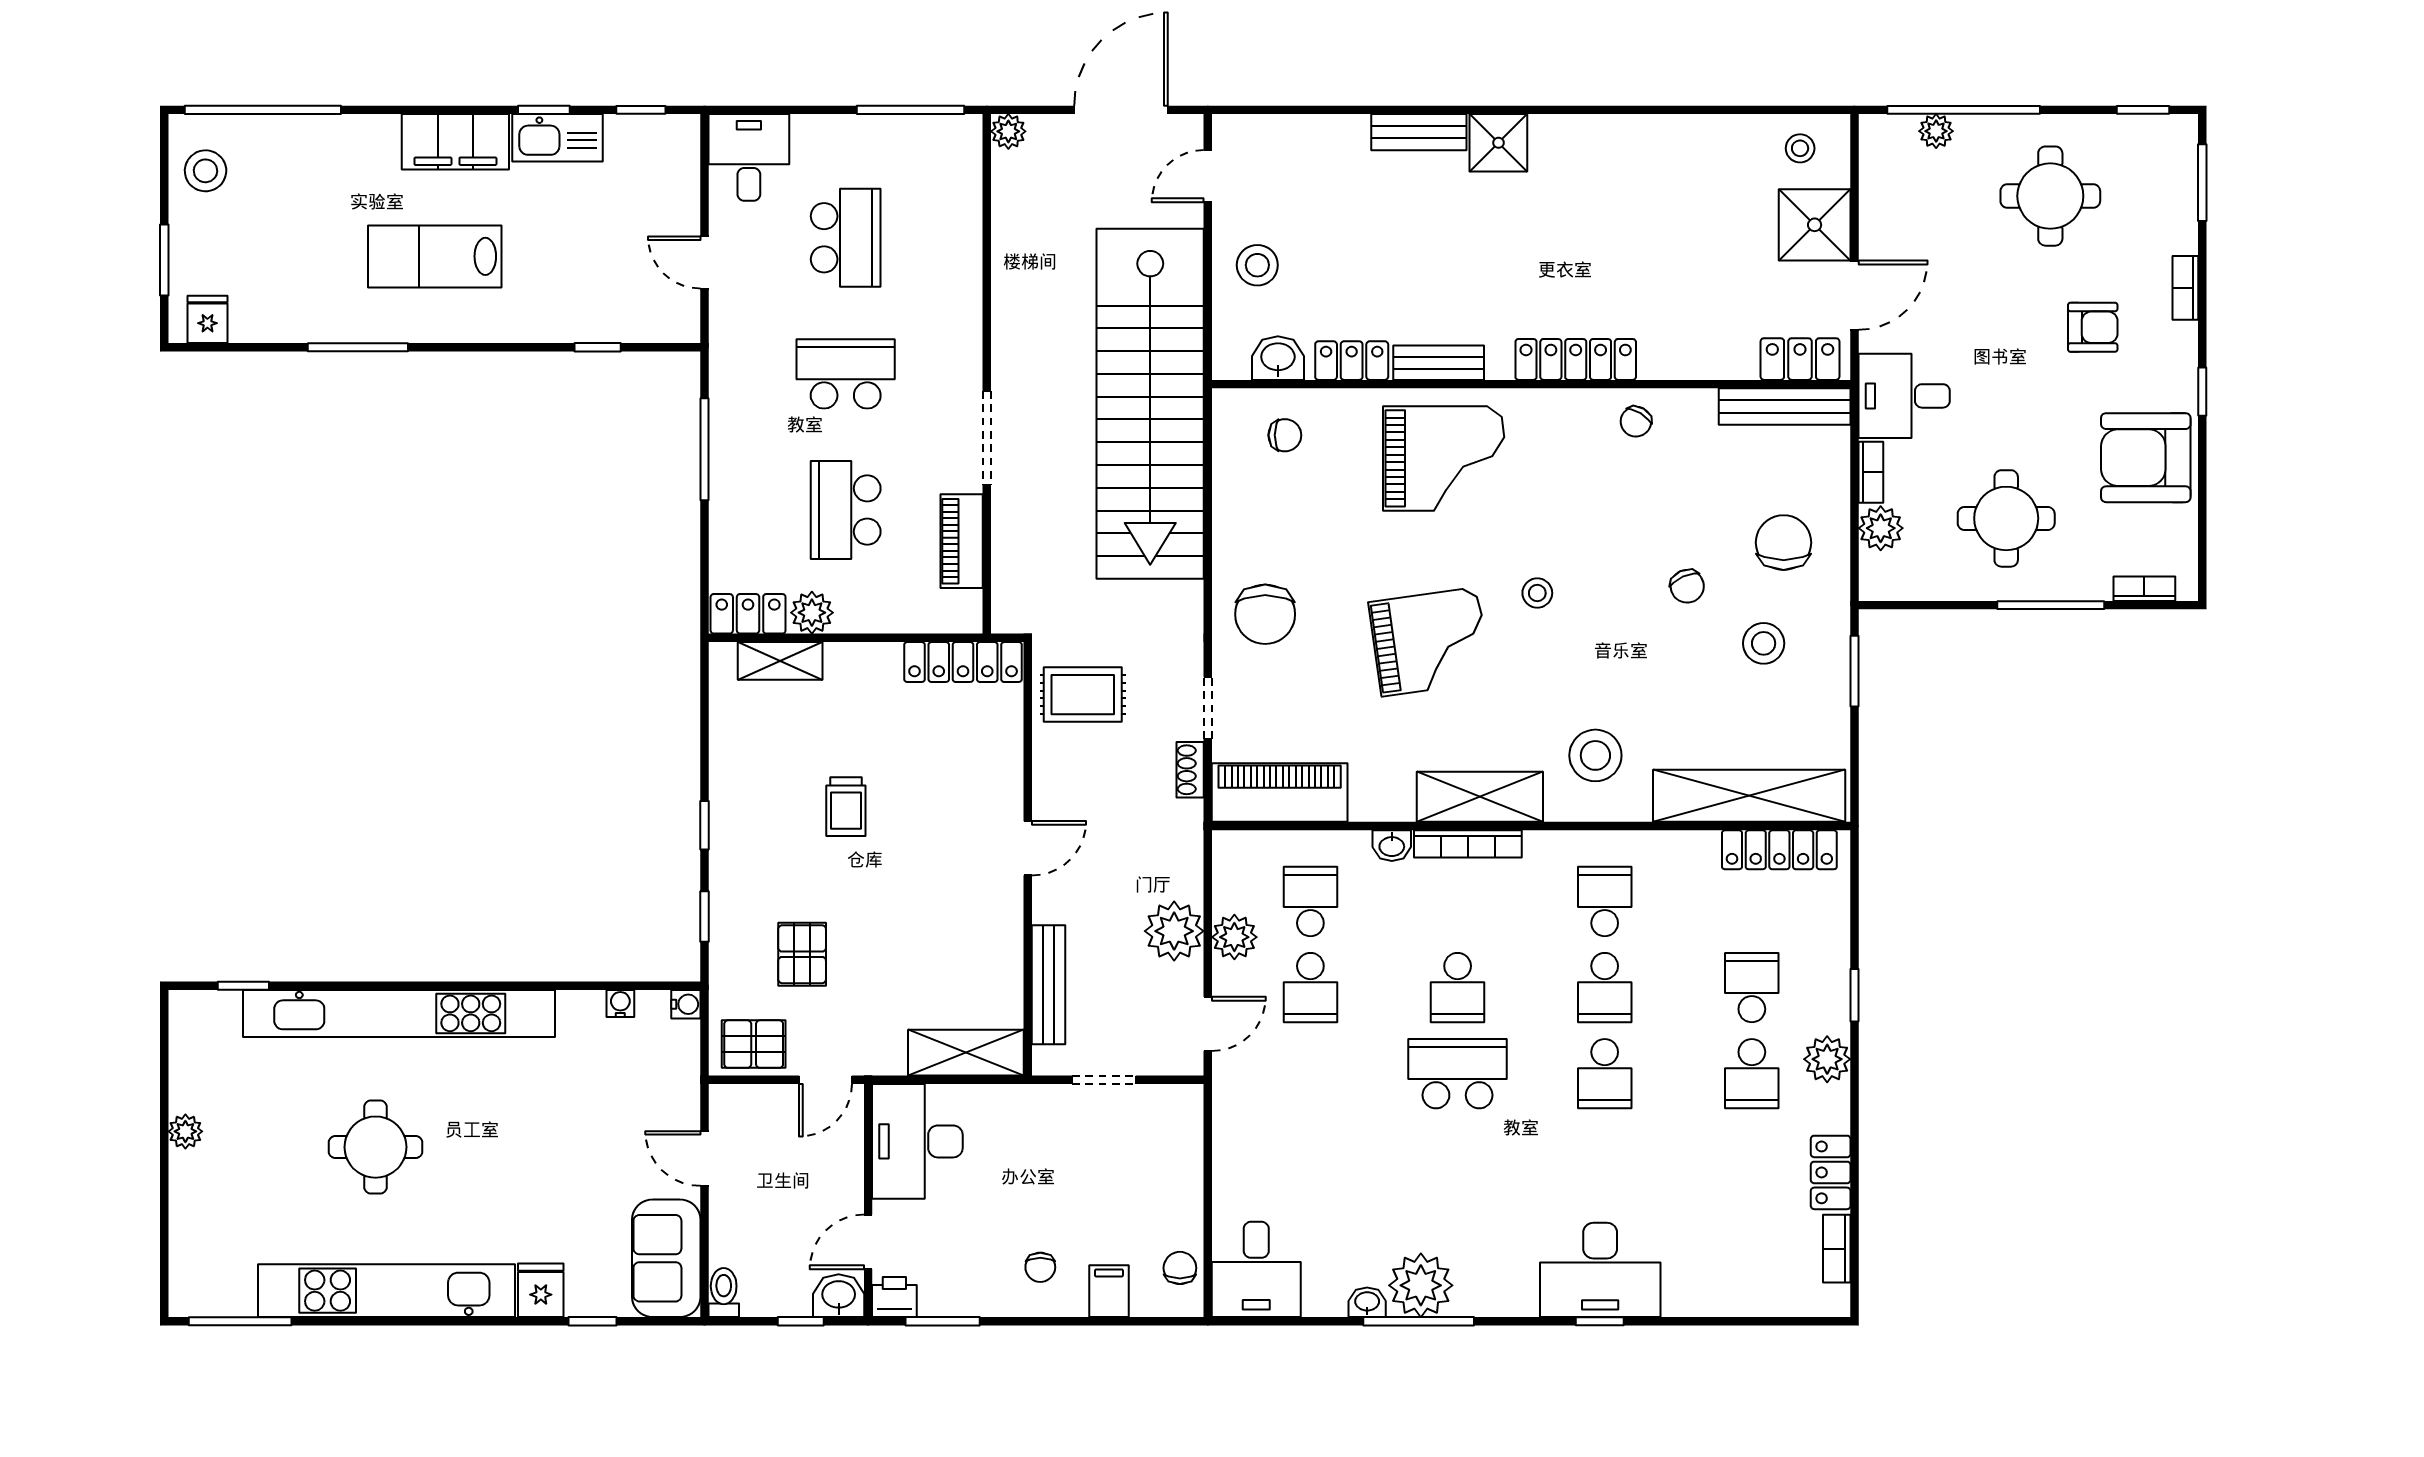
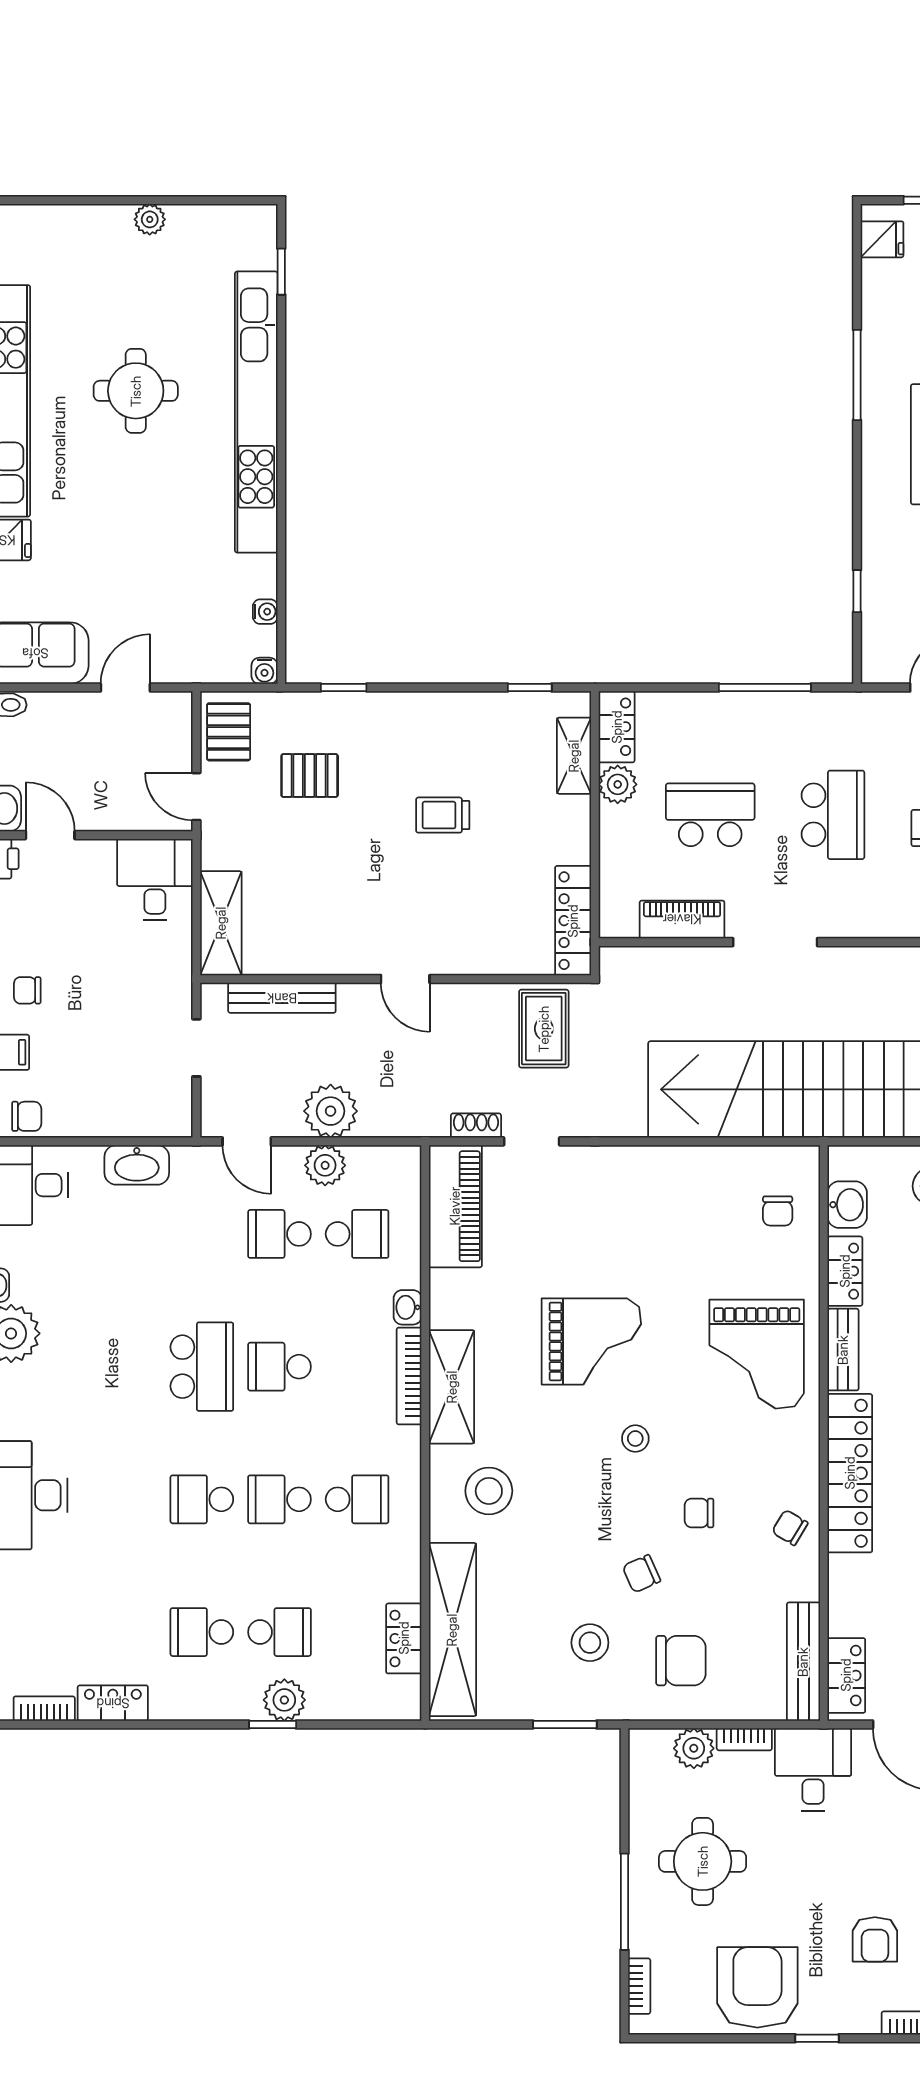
locker: (1576, 359) -> (850, 1473), width x1.41, depth x1.21
chair: (1265, 614) -> (699, 1513), moved, width x0.54, depth x0.54
grand piano: (1430, 642) -> (591, 1341), turned -82
window: (704, 825) -> (530, 687), moved
locker: (1779, 850) -> (404, 1638), width x0.66
plant: (1827, 1059) -> (284, 1700), moved
desk: (917, 1141) -> (155, 880), width x0.73
washbasin: (1234, 1146) -> (137, 1165), added

